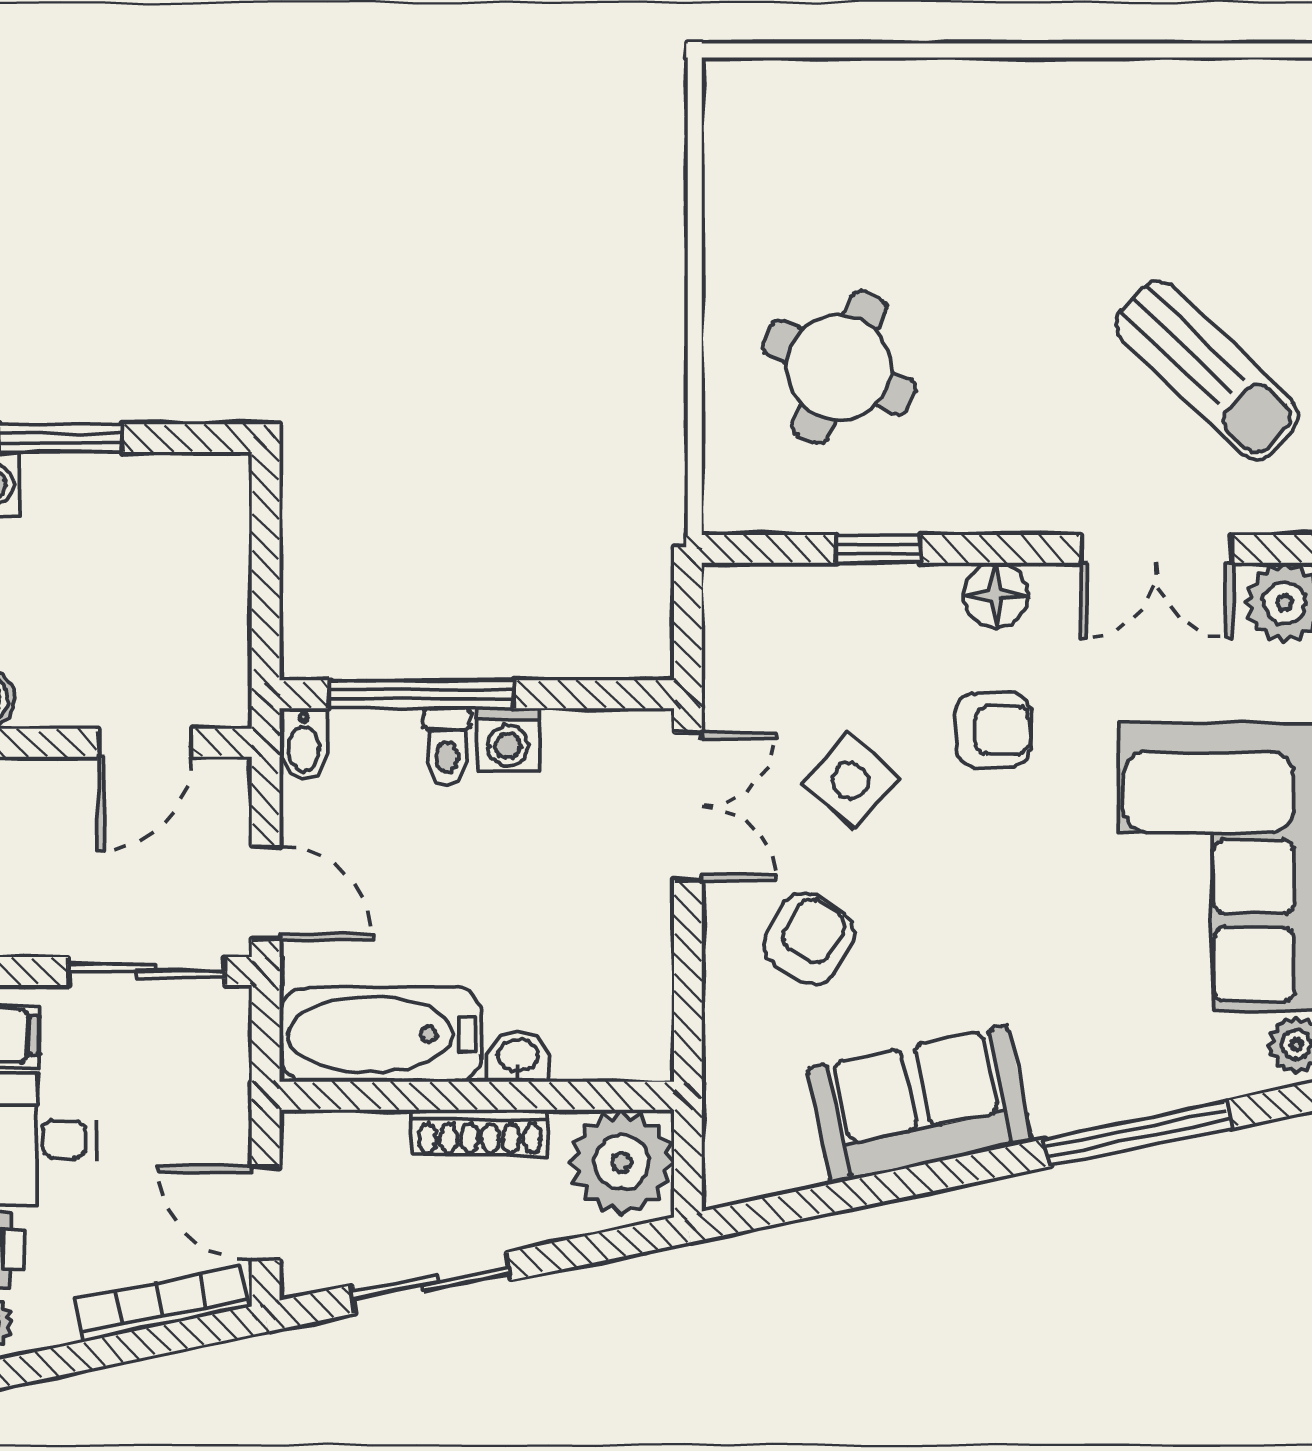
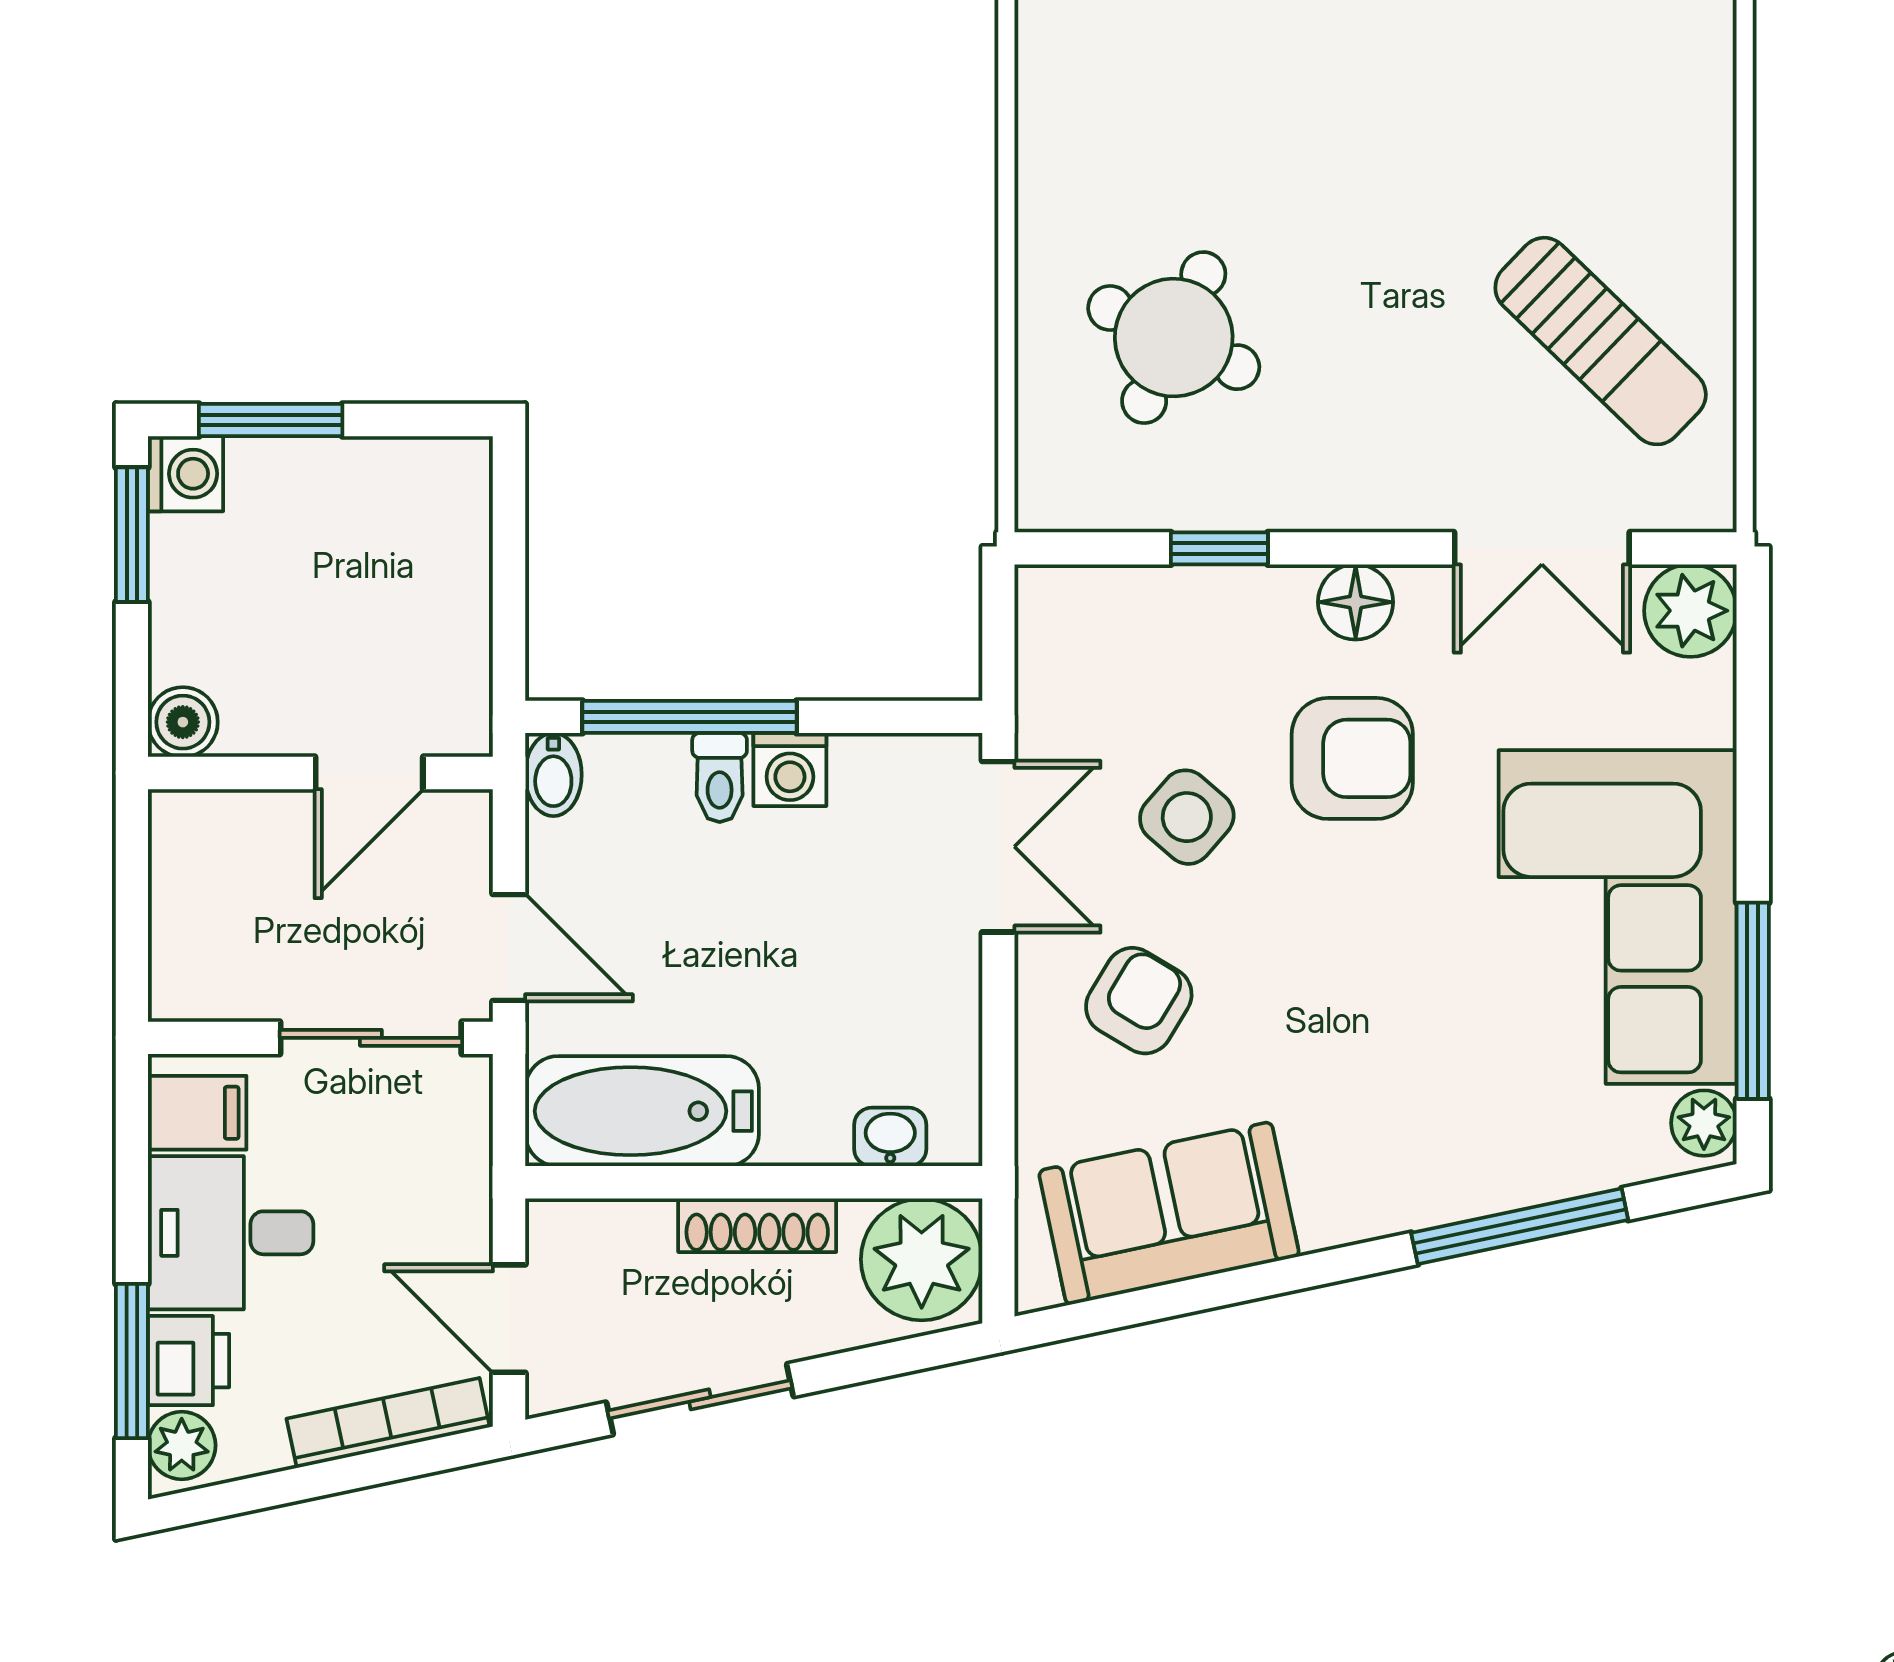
armchair: (993, 730) -> (1352, 758), width x1.38, depth x1.38
washbasin: (518, 1057) -> (890, 1137), moved
sofa: (920, 1105) -> (1169, 1213), moved

